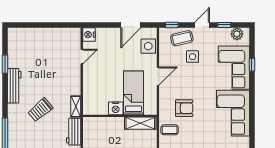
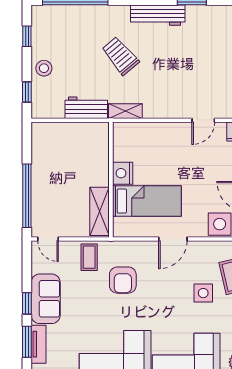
door: (82, 57) -> (203, 120), hinge flipped
door: (158, 76) -> (173, 239), hinge flipped

